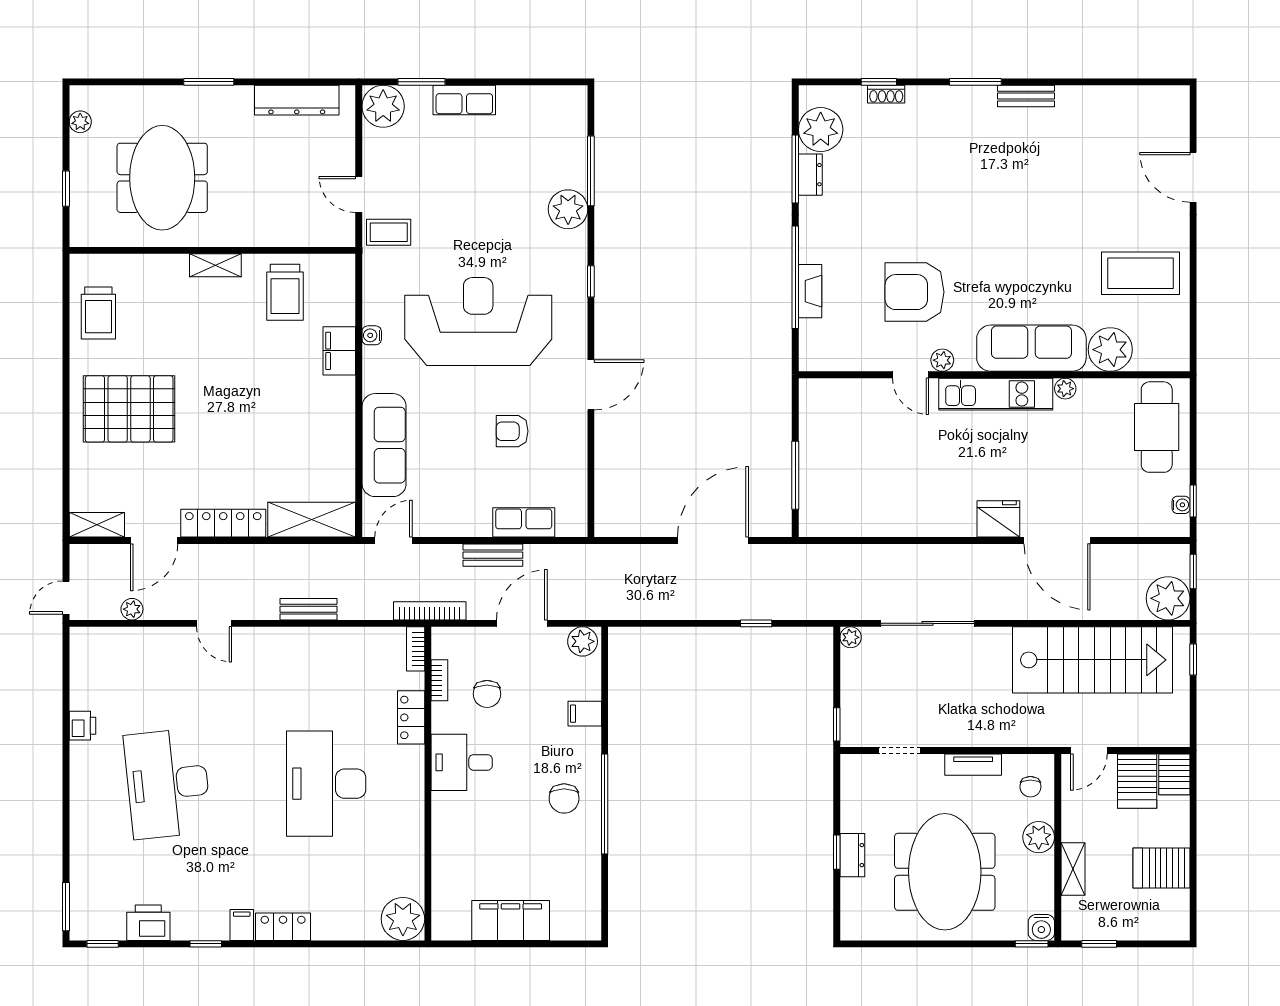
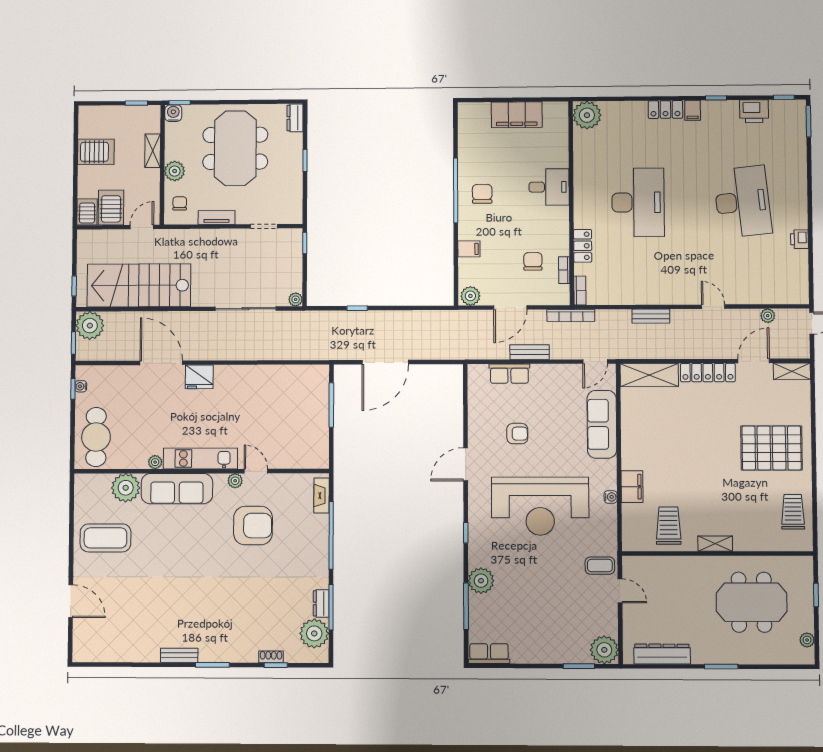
row of seats: (464, 100) -> (489, 654), moved
meeting table: (162, 178) -> (751, 602), turned 90
fireplace: (810, 291) -> (322, 496), moved
desk: (462, 762) -> (549, 187), moved
dresser: (852, 855) -> (295, 118), moved

